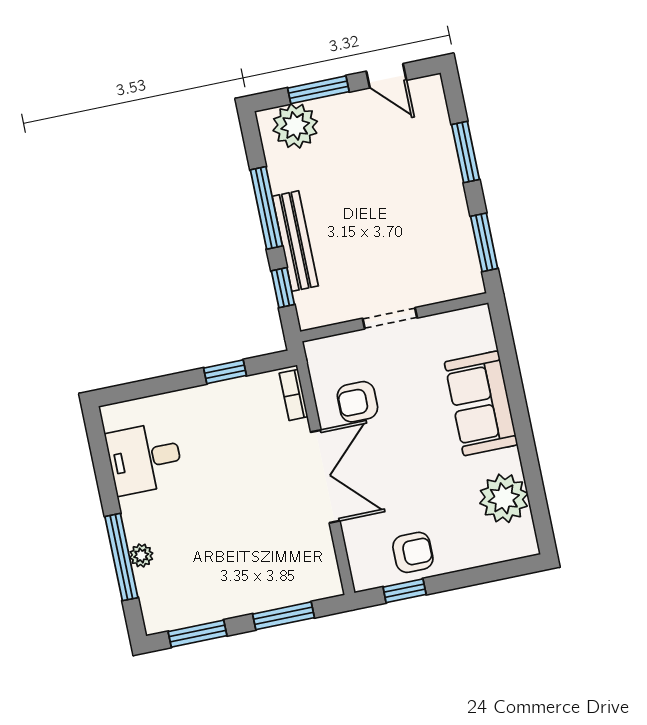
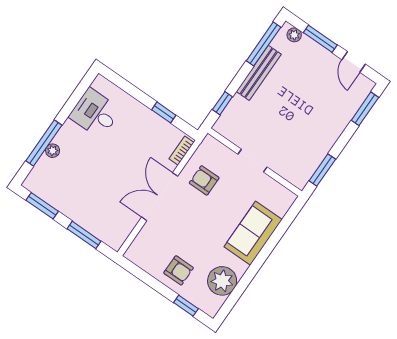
plant: (295, 126) -> (294, 35), width x0.53, depth x0.53
window: (466, 152) -> (365, 109), moved
window: (266, 208) -> (264, 44), moved
bench: (295, 241) -> (259, 73), moved
double door: (325, 476) -> (160, 197), swing flipped
armchair: (413, 552) -> (179, 270), moved
window: (405, 591) -> (186, 306), moved

